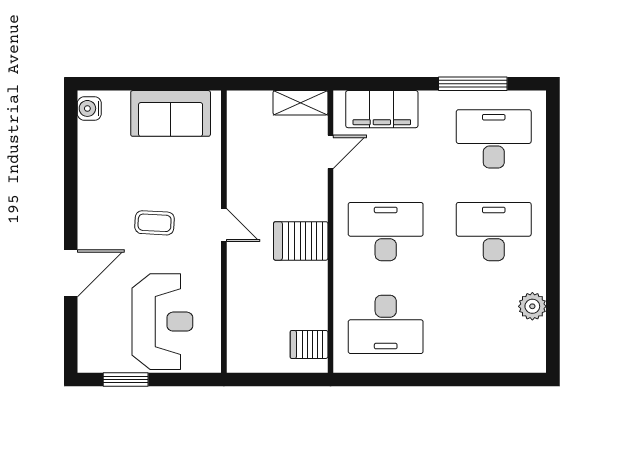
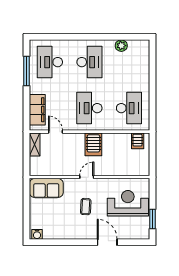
sofa: (171, 113) -> (46, 188), moved, turned 90
desk: (494, 232) -> (89, 62), turned 180

